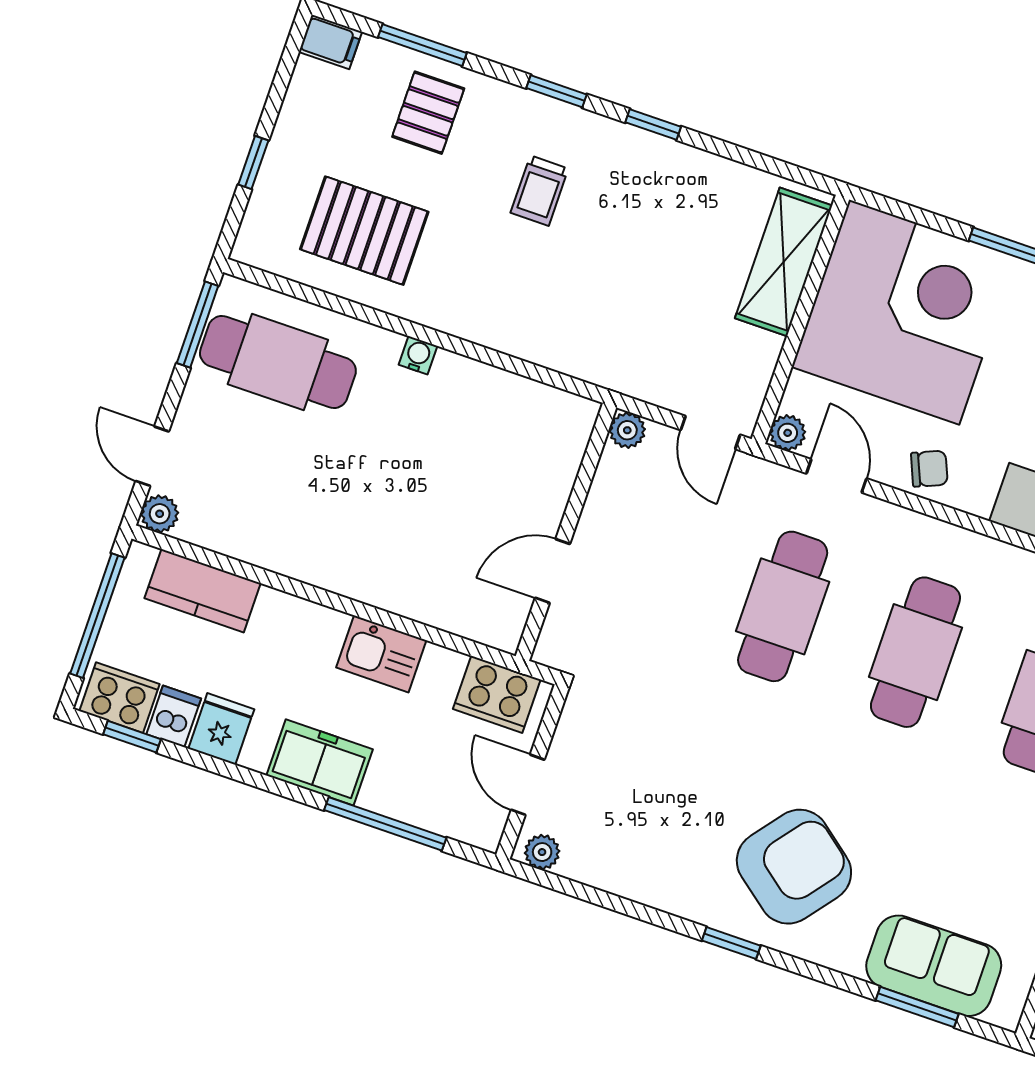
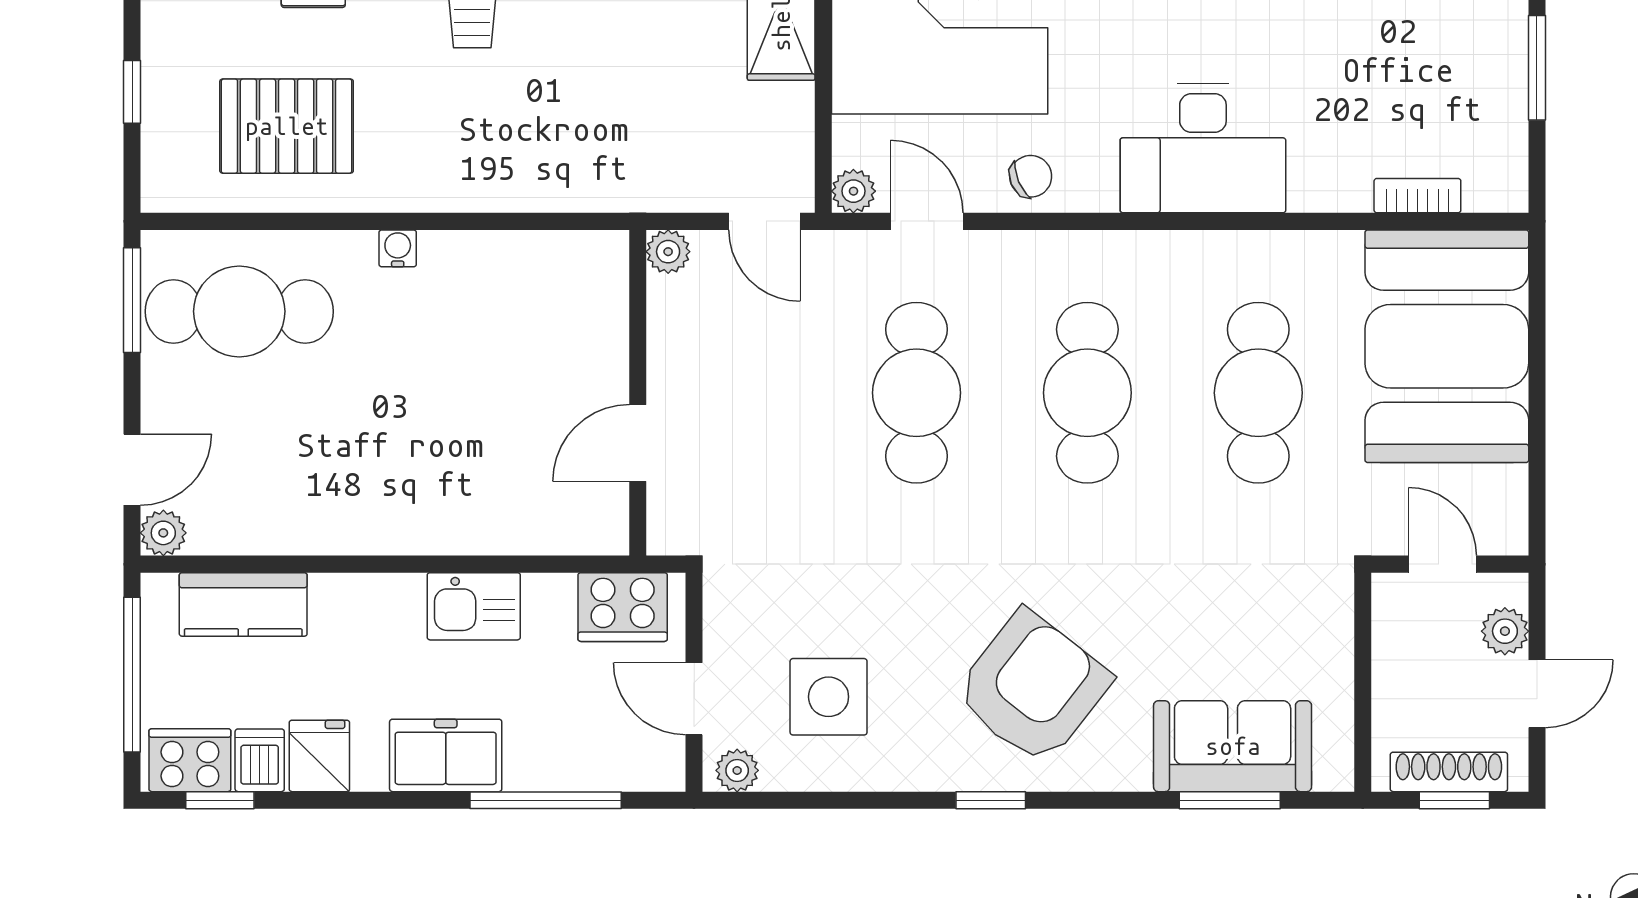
door: (152, 456) -> (132, 470), swing flipped
side table: (633, 819) -> (829, 697), added

